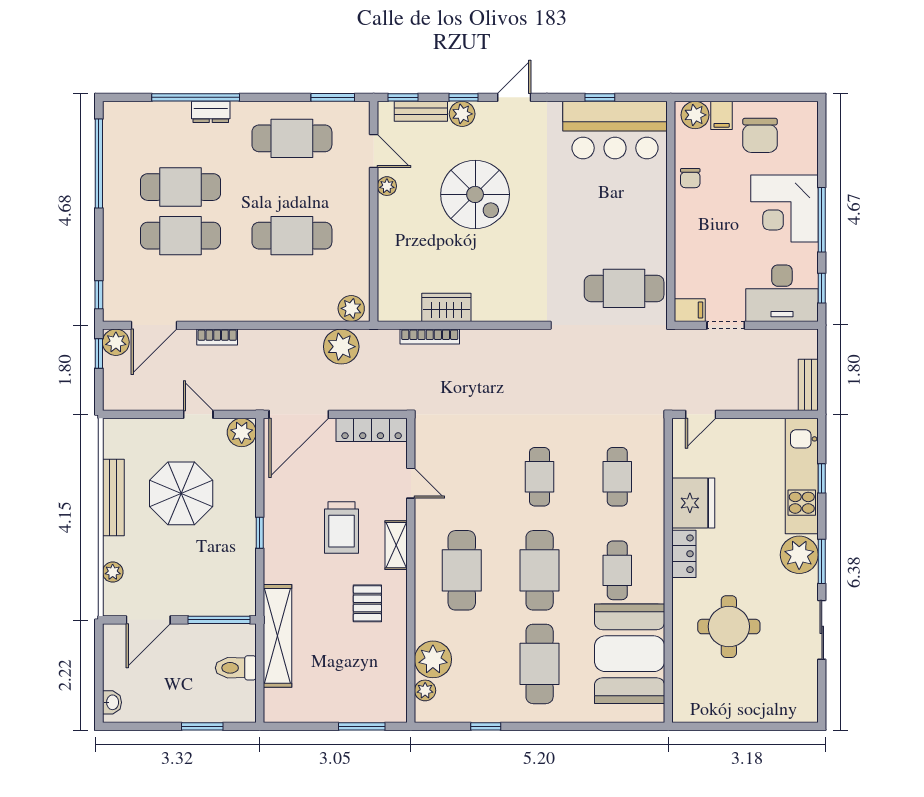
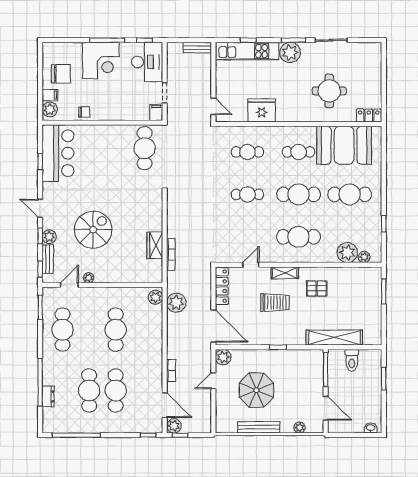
dresser: (211, 112) -> (48, 396), moved
locker: (684, 554) -> (369, 115), moved

